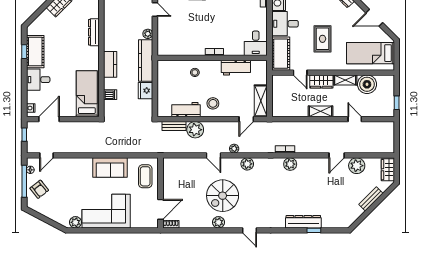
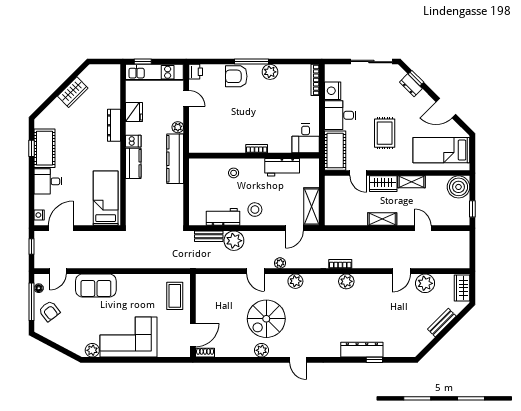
boiler: (367, 84) -> (459, 187), moved
fridge: (145, 91) -> (134, 112), moved, turned 180
dishwasher: (110, 95) -> (133, 141), moved
sofa: (110, 168) -> (96, 286), moved

